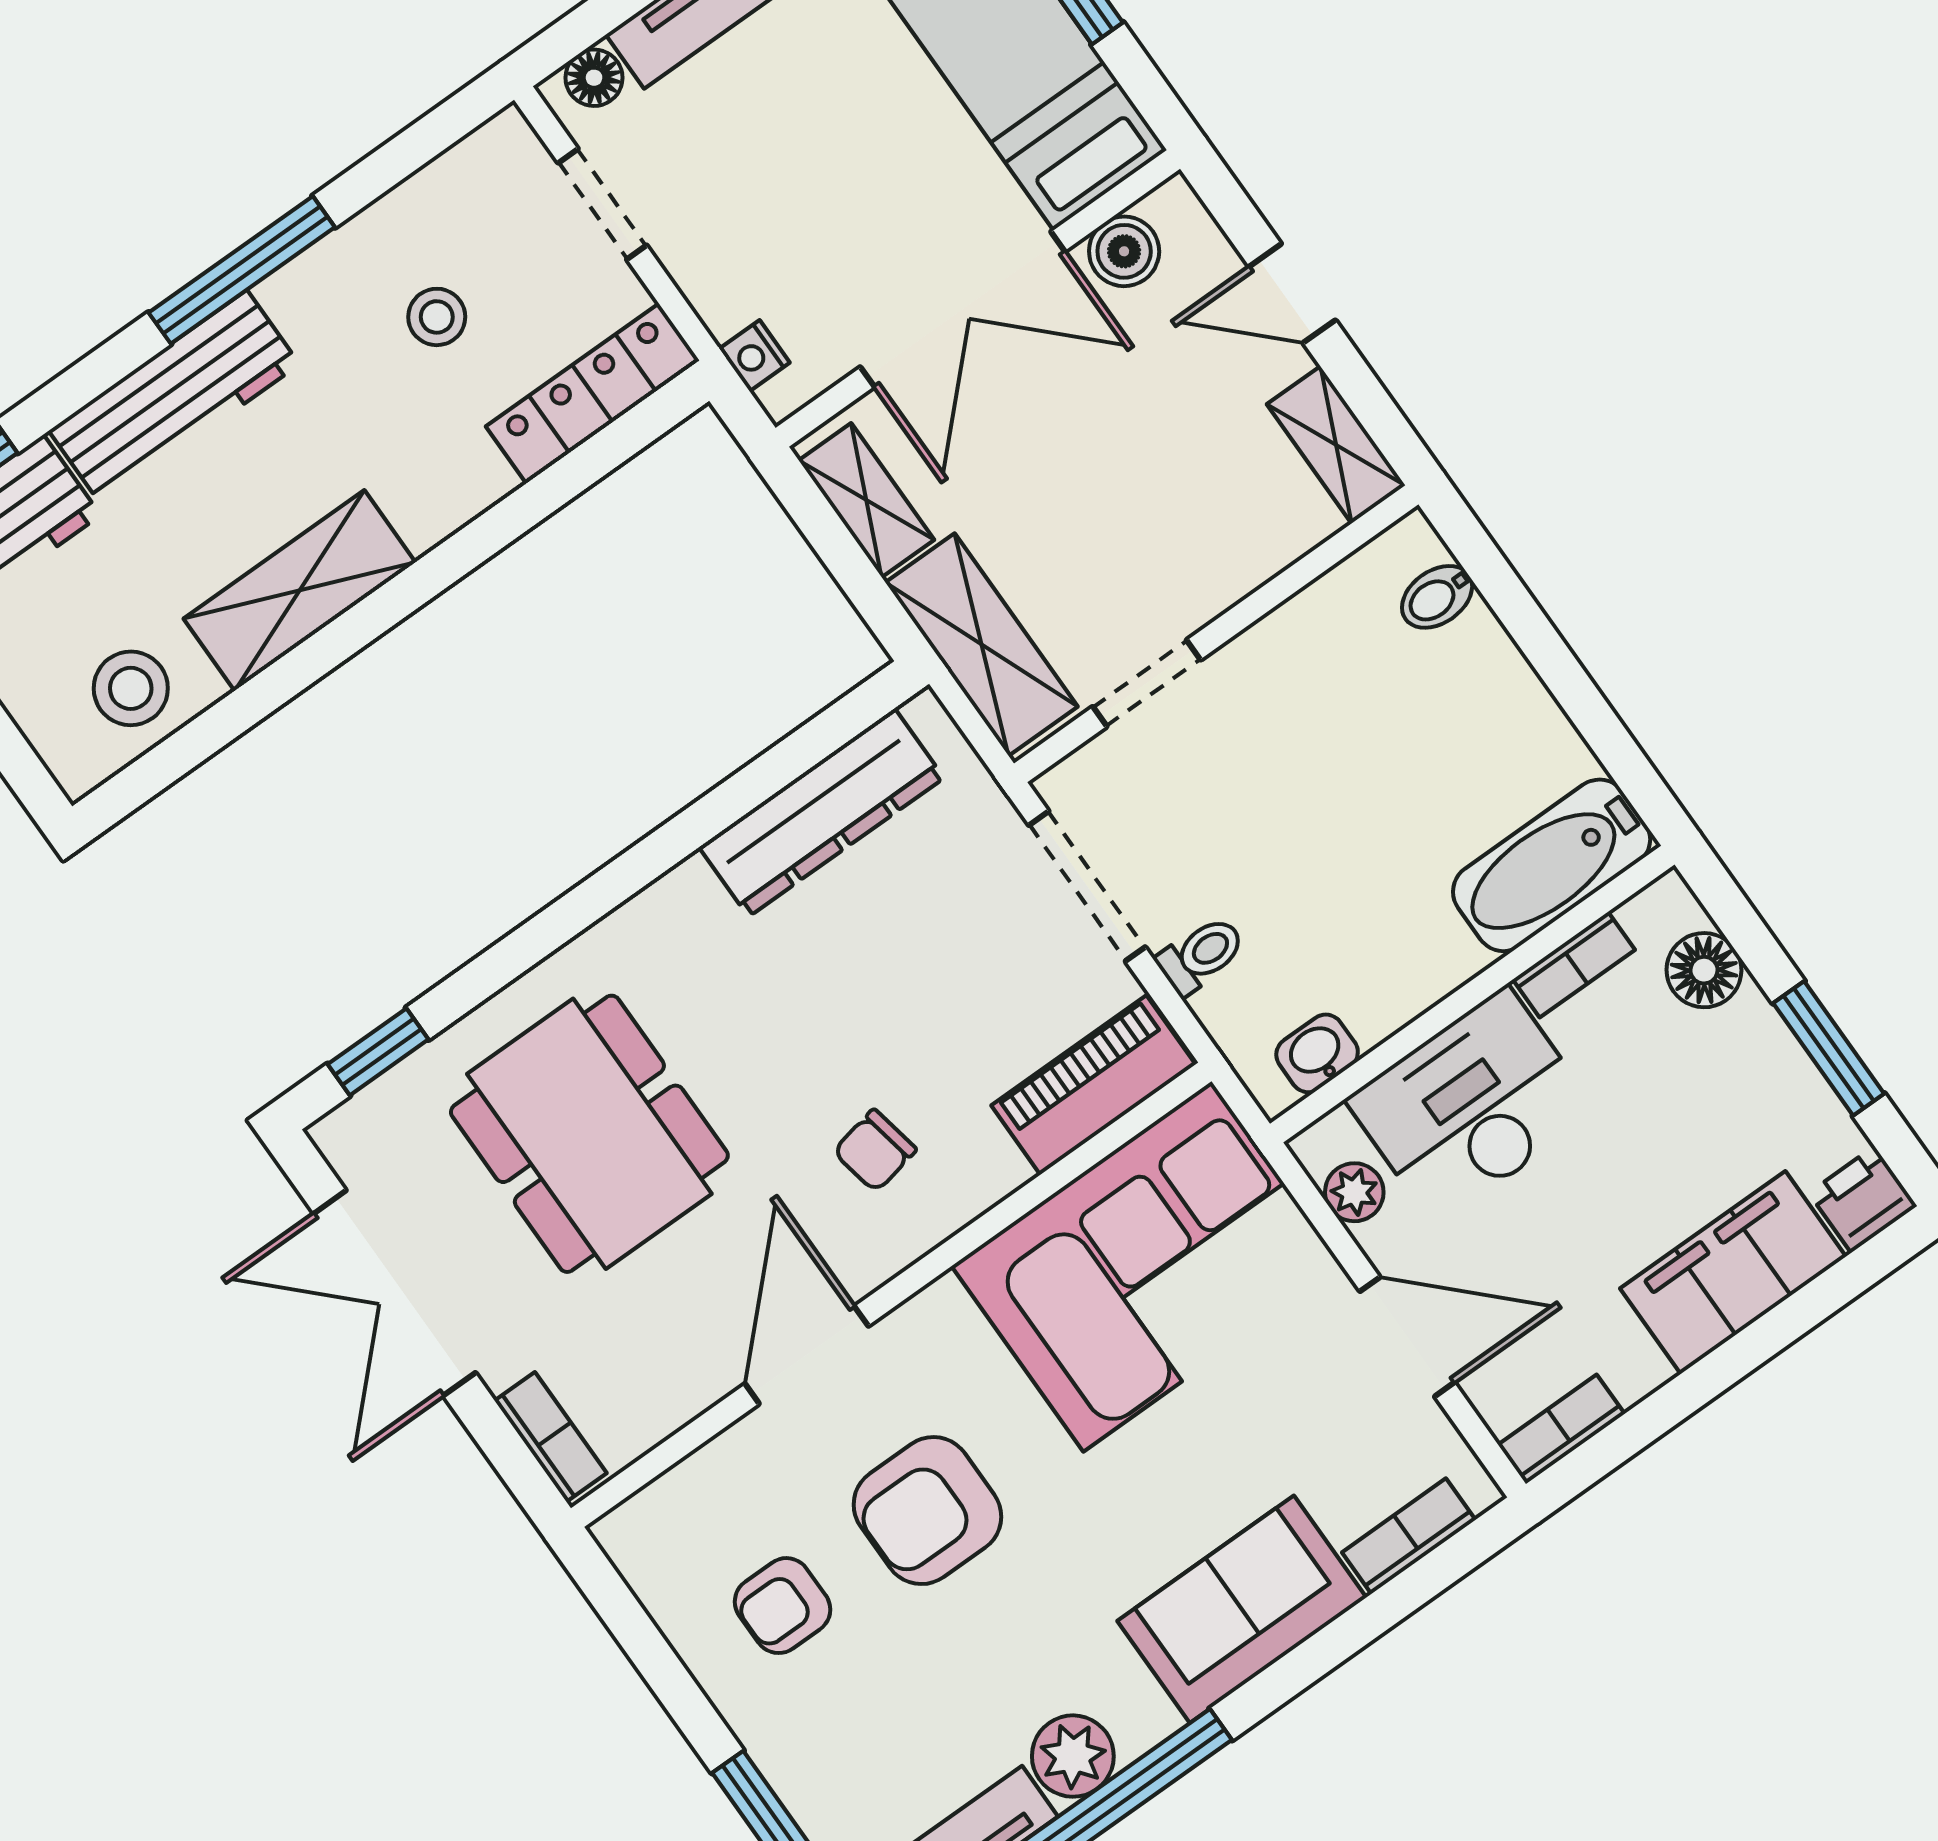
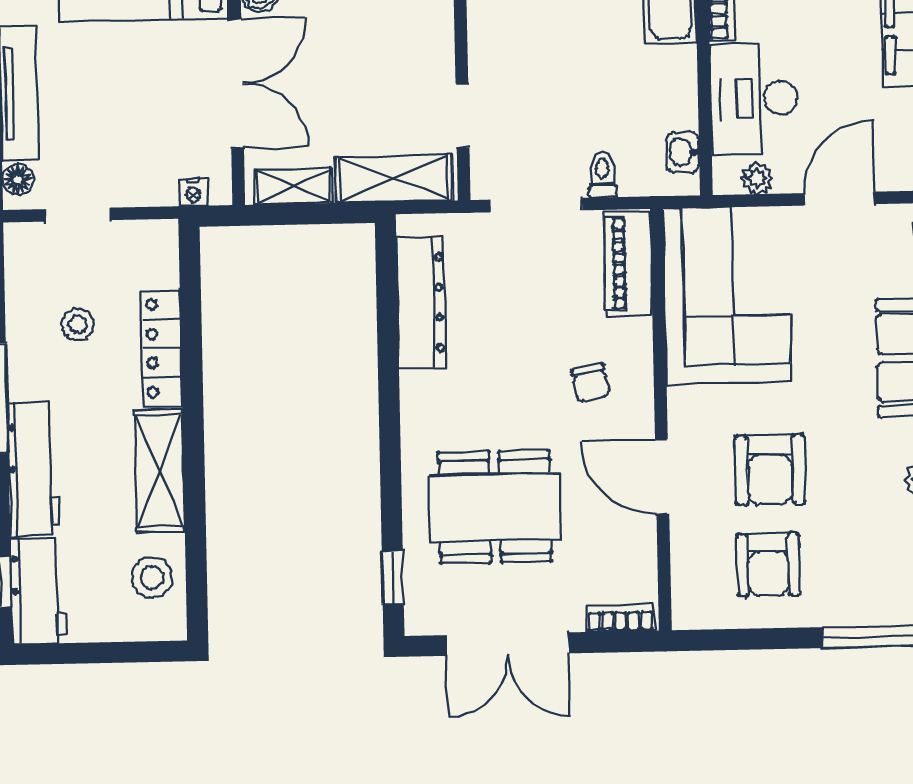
locker: (593, 393) -> (162, 348), moved
armchair: (783, 1606) -> (768, 565), width x1.38, depth x1.38

